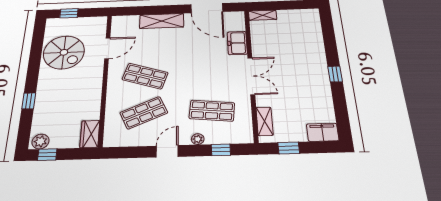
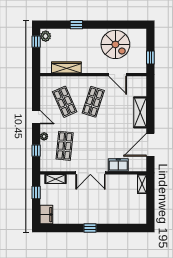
window: (69, 13) -> (150, 58), moved
spiral stairs: (64, 52) -> (115, 44), turned -90
wardrobe: (90, 134) -> (66, 68), moved, width x1.50

